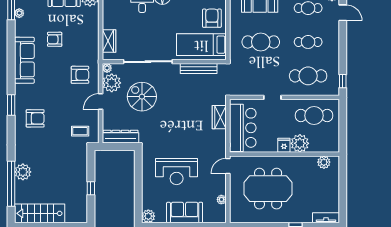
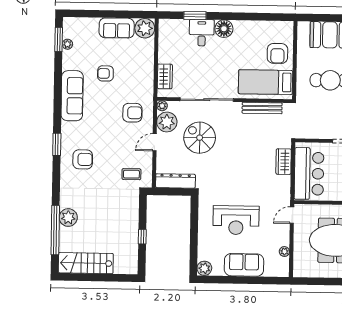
armchair: (212, 18) -> (277, 53), turned 180

